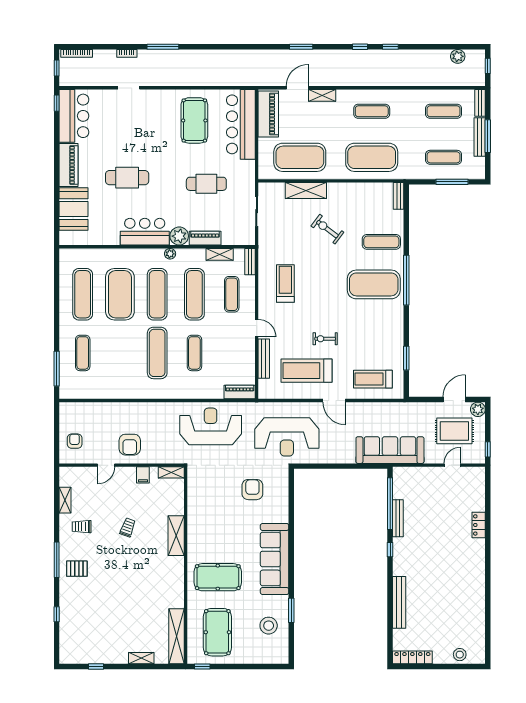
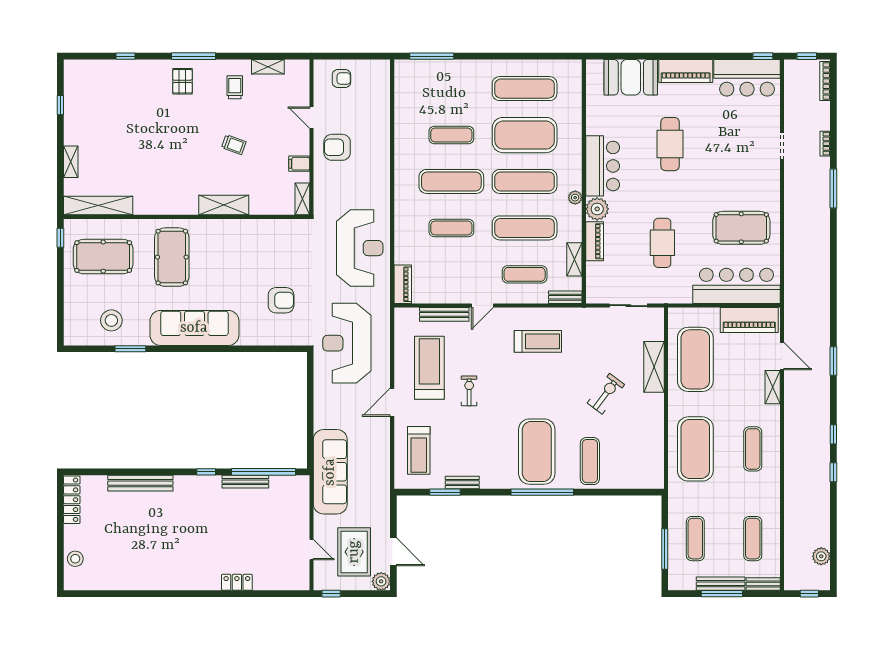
bench: (399, 196) -> (462, 482), moved
exercise mat: (83, 353) -> (451, 135), moved
treadmill: (373, 379) -> (419, 450), turned 180

